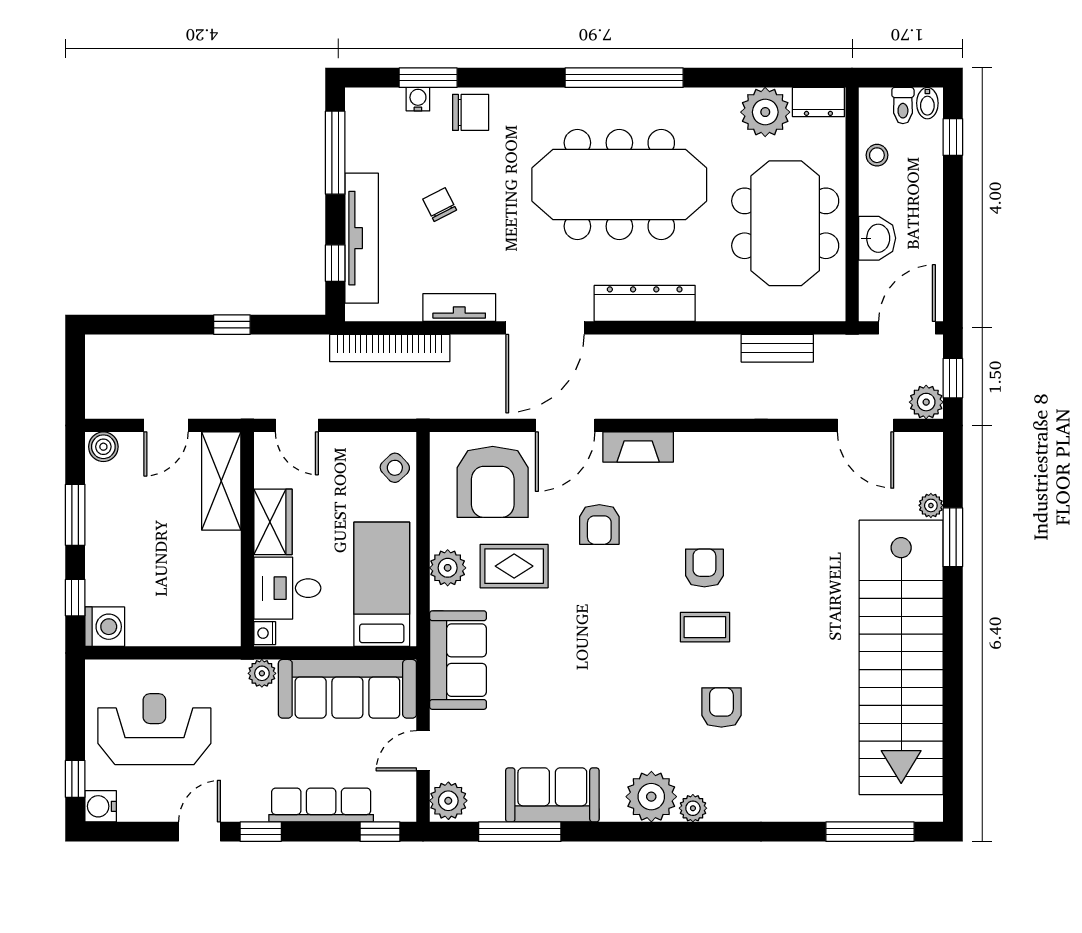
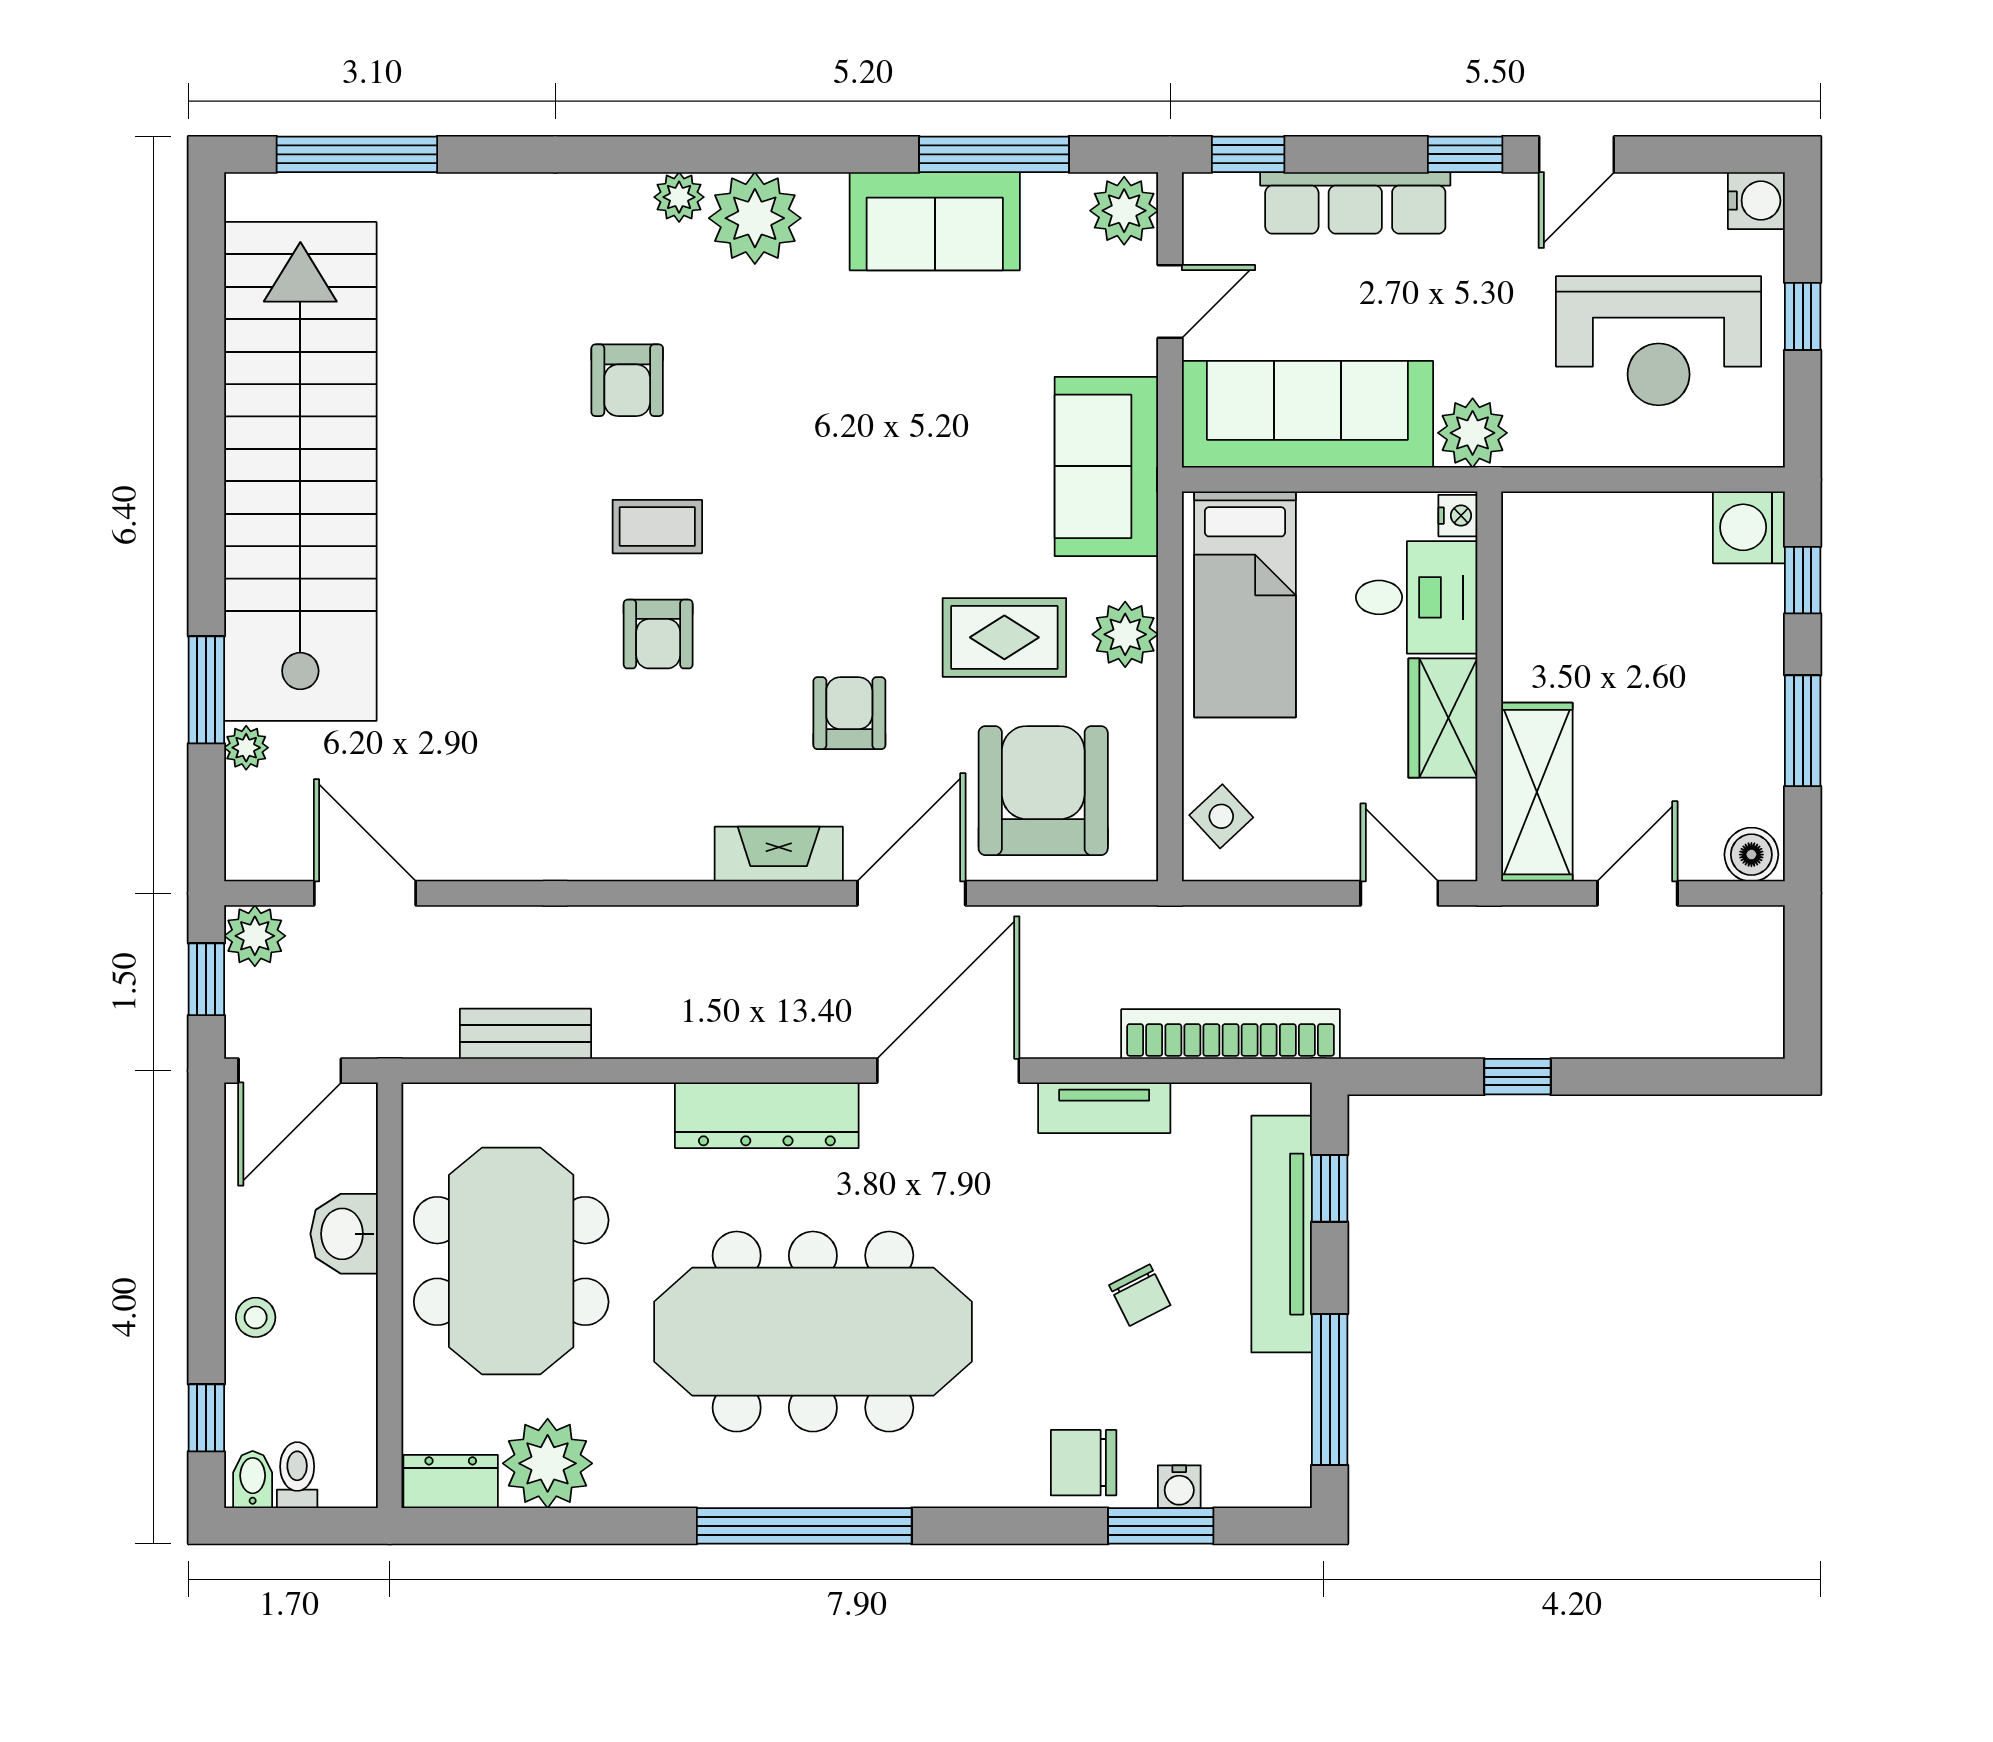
stool: (877, 155) -> (256, 1317), moved
plant: (262, 673) -> (1473, 433), width x1.38, depth x1.38
window: (75, 779) -> (1803, 316), moved

